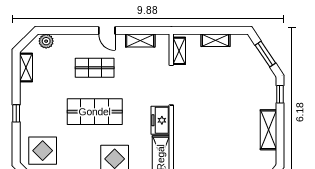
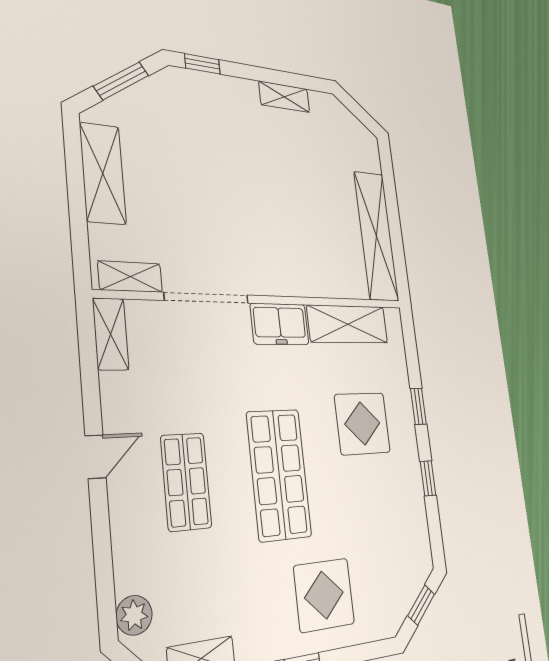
shelving: (140, 40) -> (111, 334), moved
shelving: (216, 40) -> (103, 173), width x1.50, depth x1.33
shelving: (268, 130) -> (284, 97), width x0.67, depth x0.75
display table: (43, 151) -> (324, 595), moved

